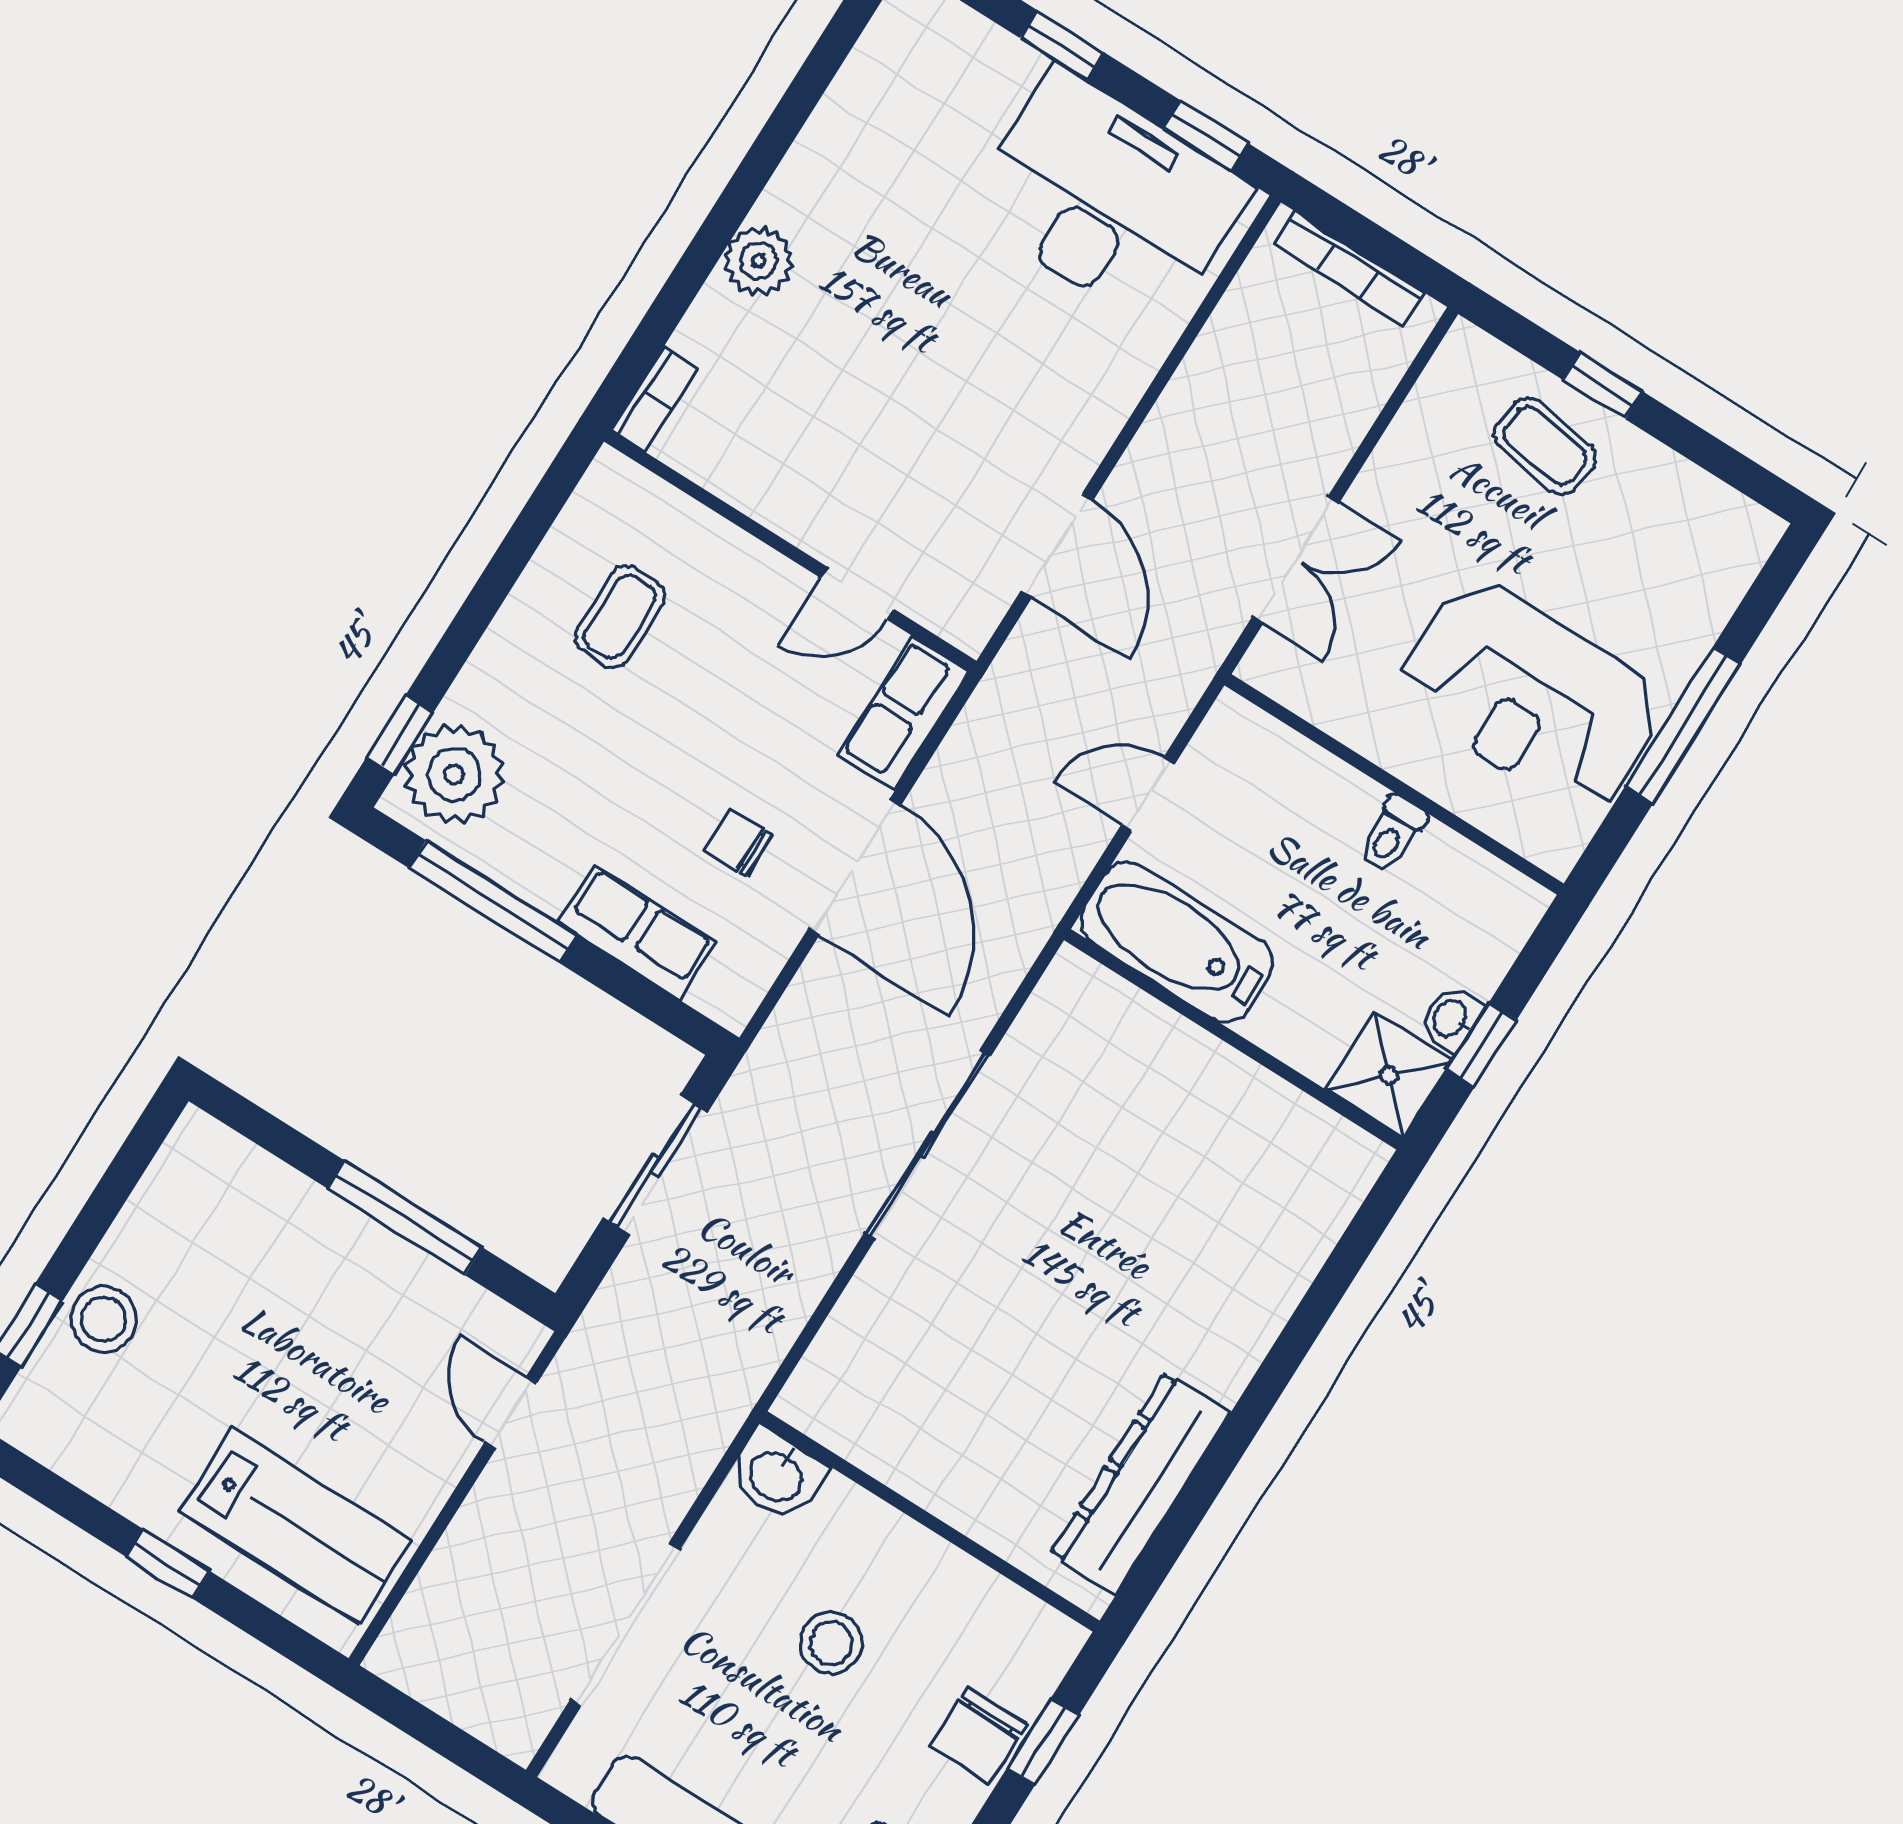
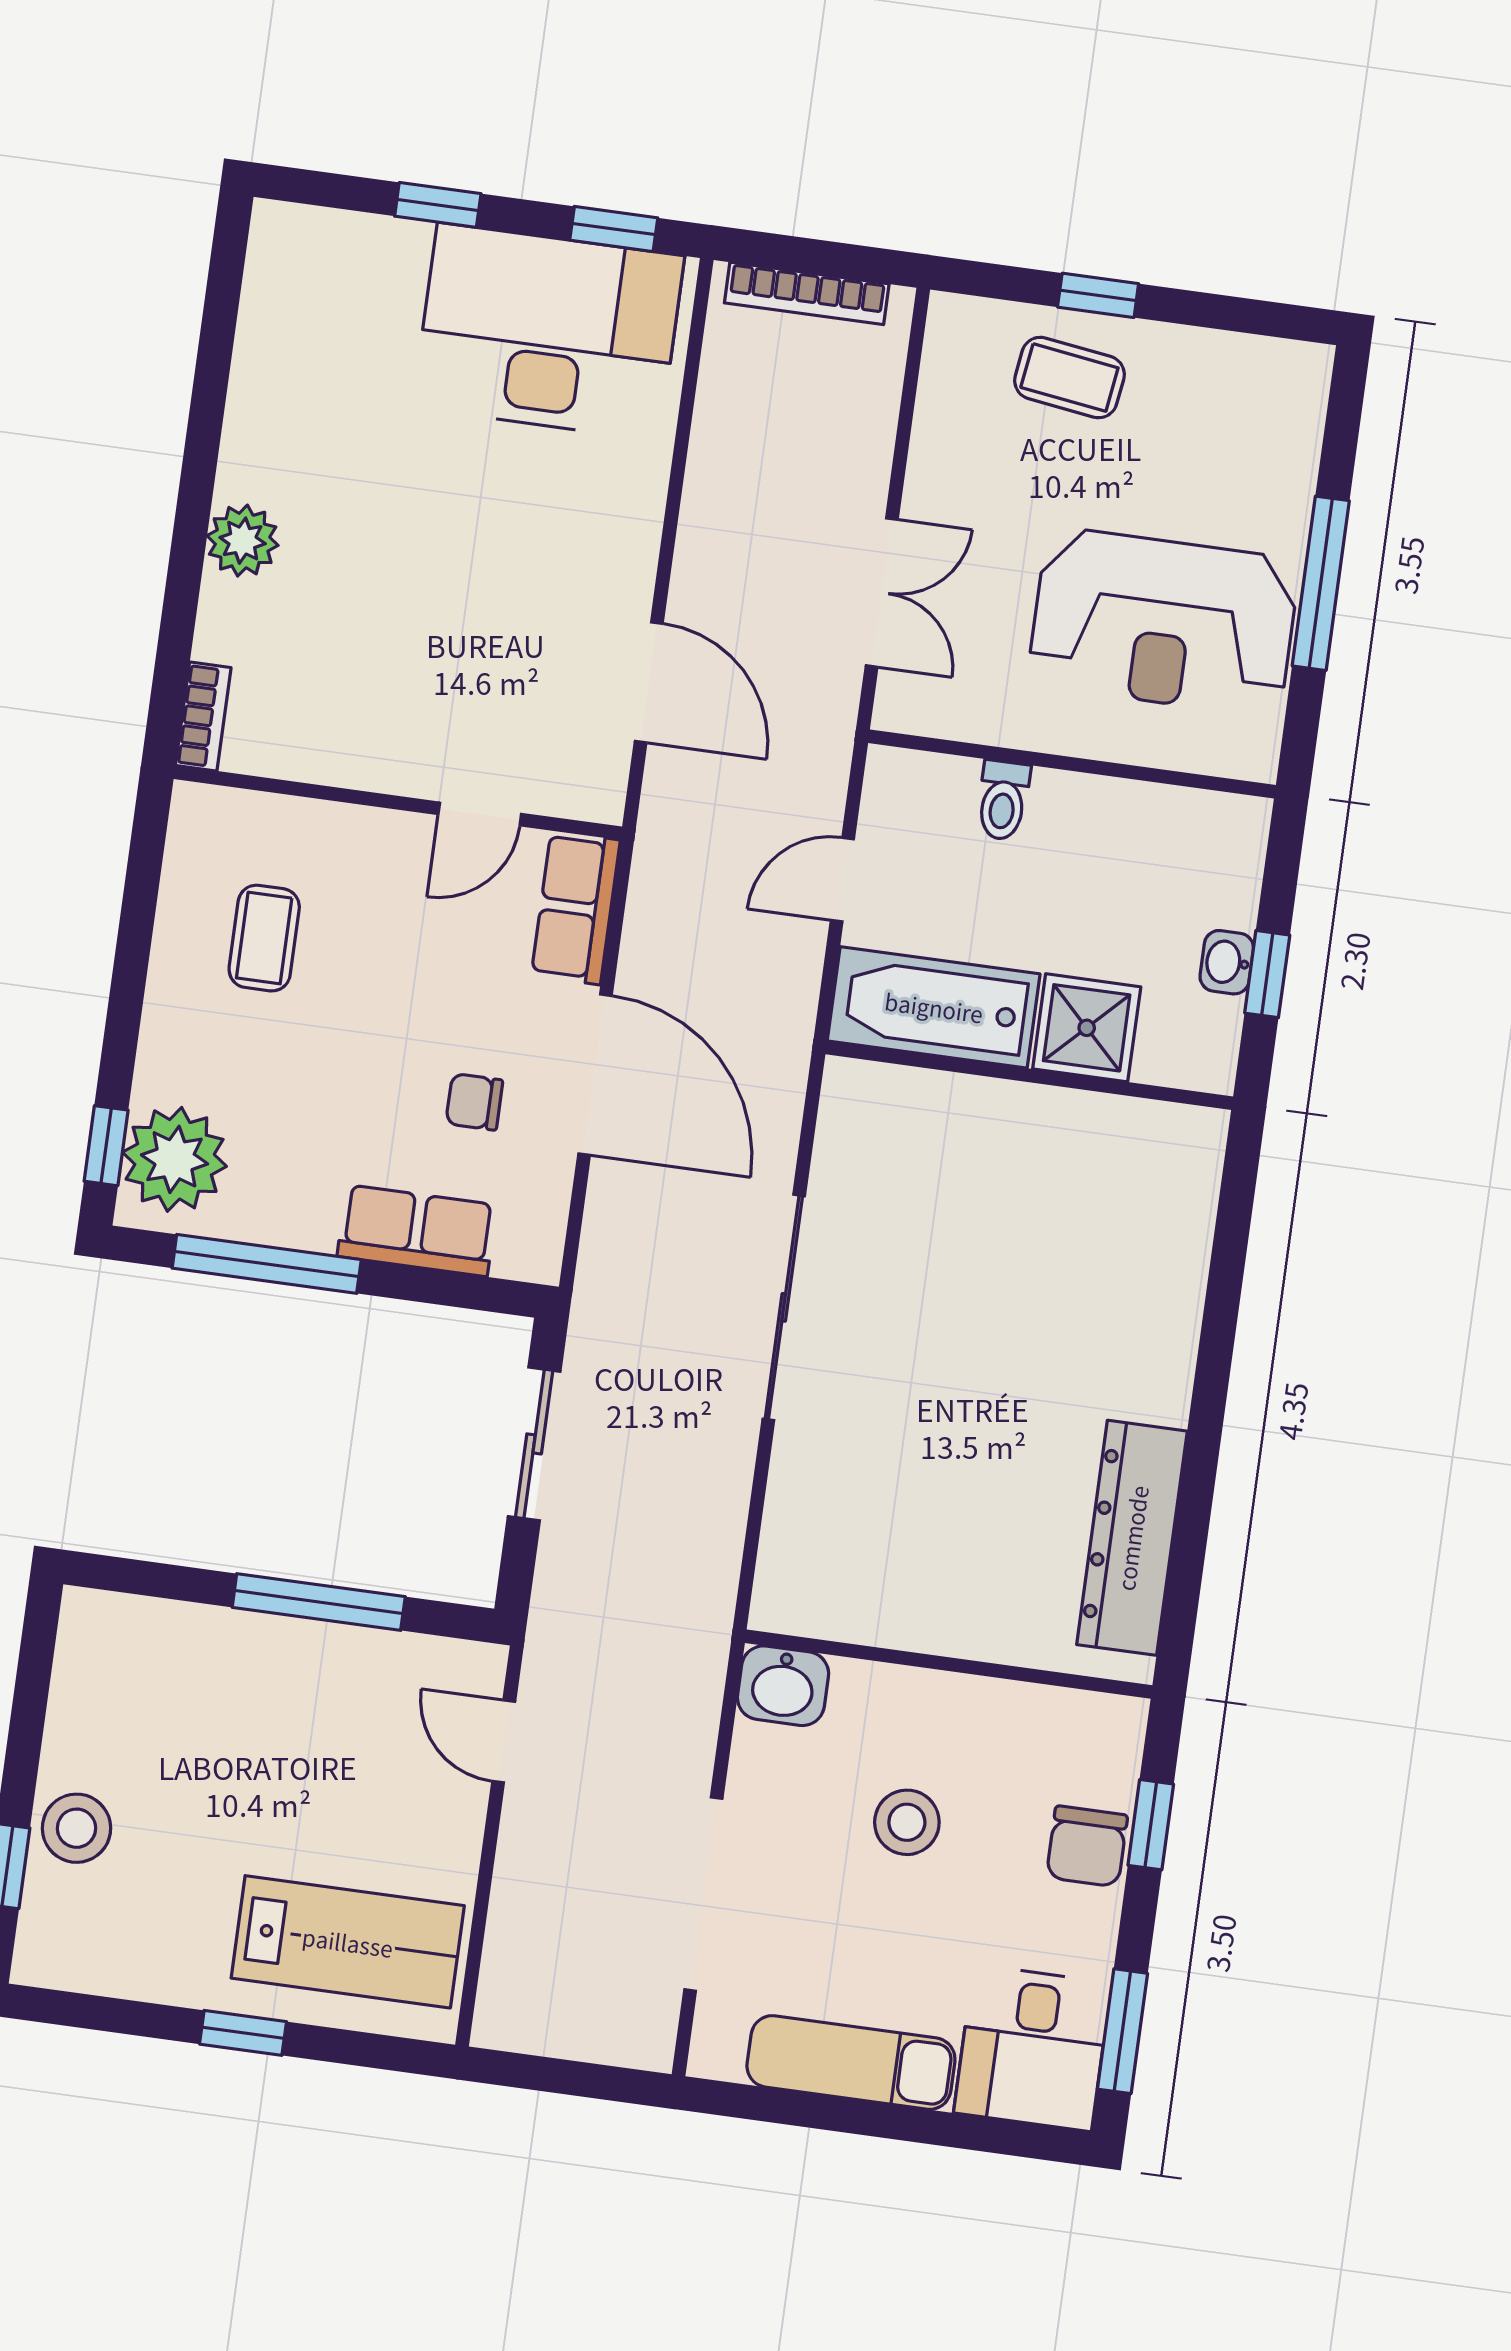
toilet: (1392, 834) -> (1003, 800), moved
shower: (1389, 1075) -> (1087, 1028), moved

